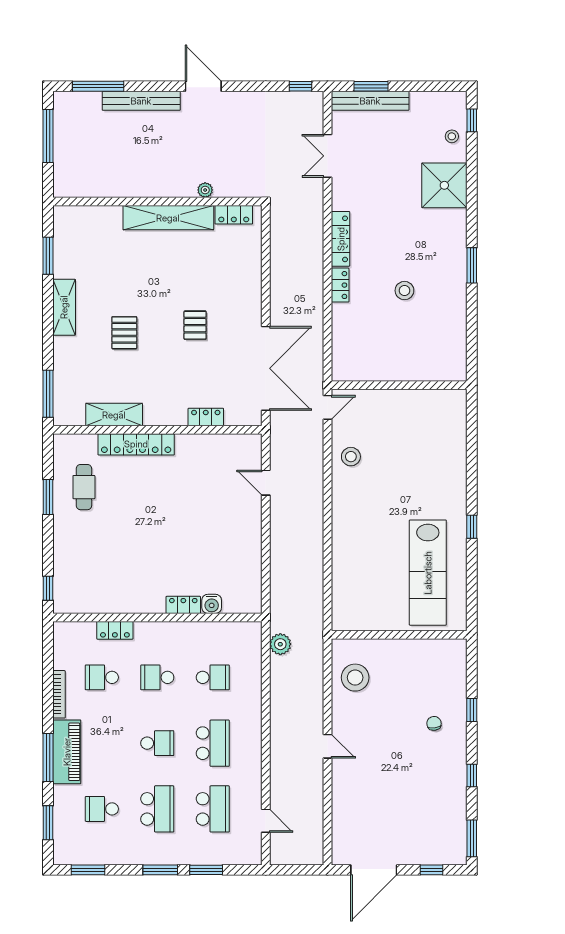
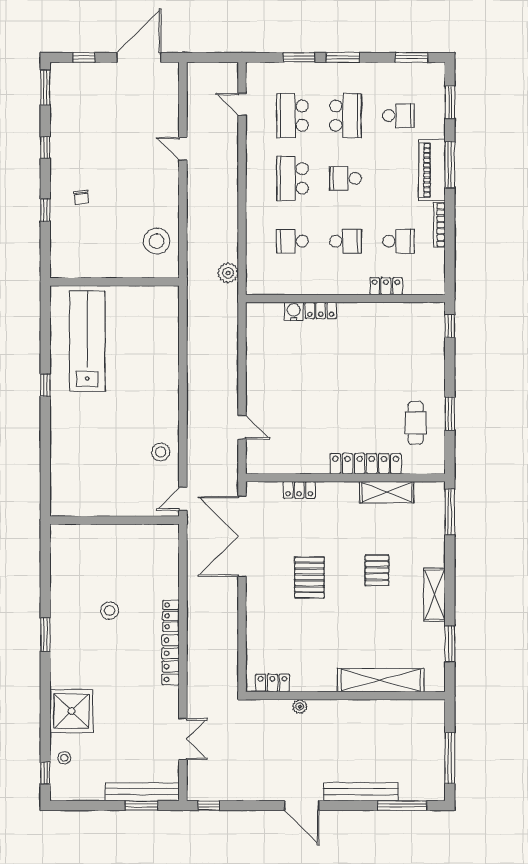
shelving: (168, 218) -> (381, 680), moved
pallet: (195, 325) -> (309, 577), width x1.50, depth x1.42
door: (328, 746) -> (183, 149), moved
school desk: (157, 809) -> (345, 116), turned 180

